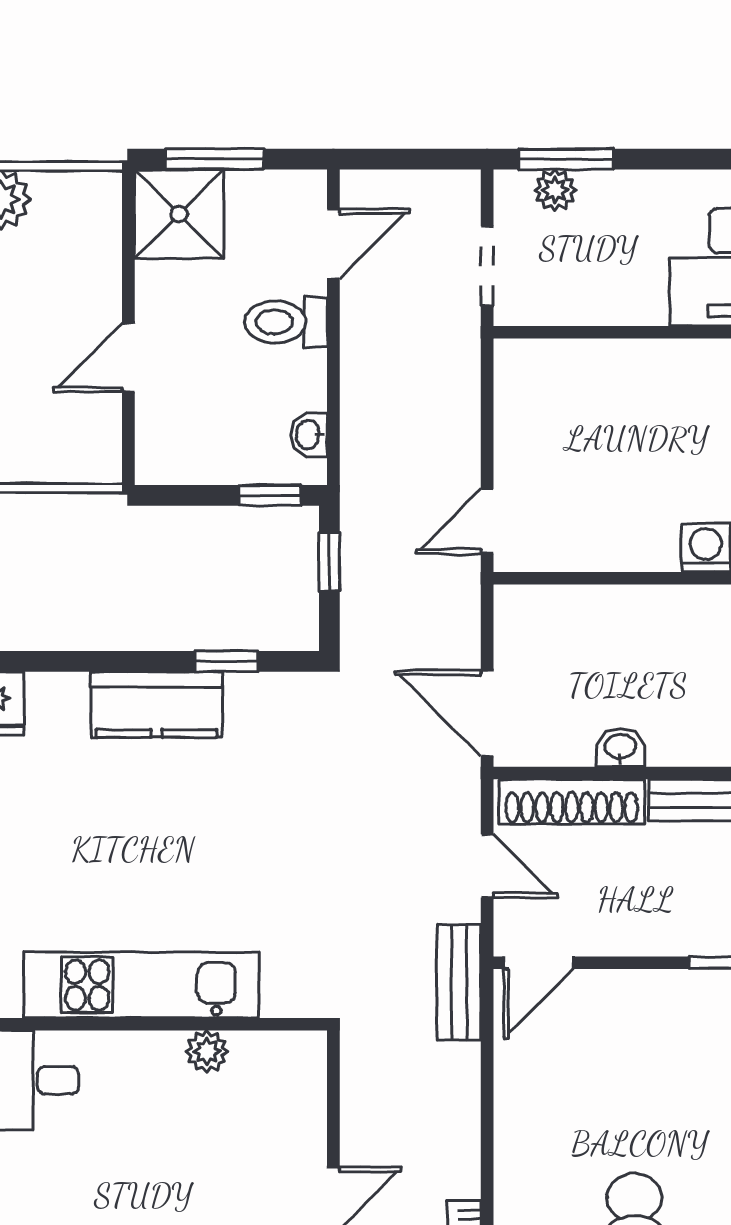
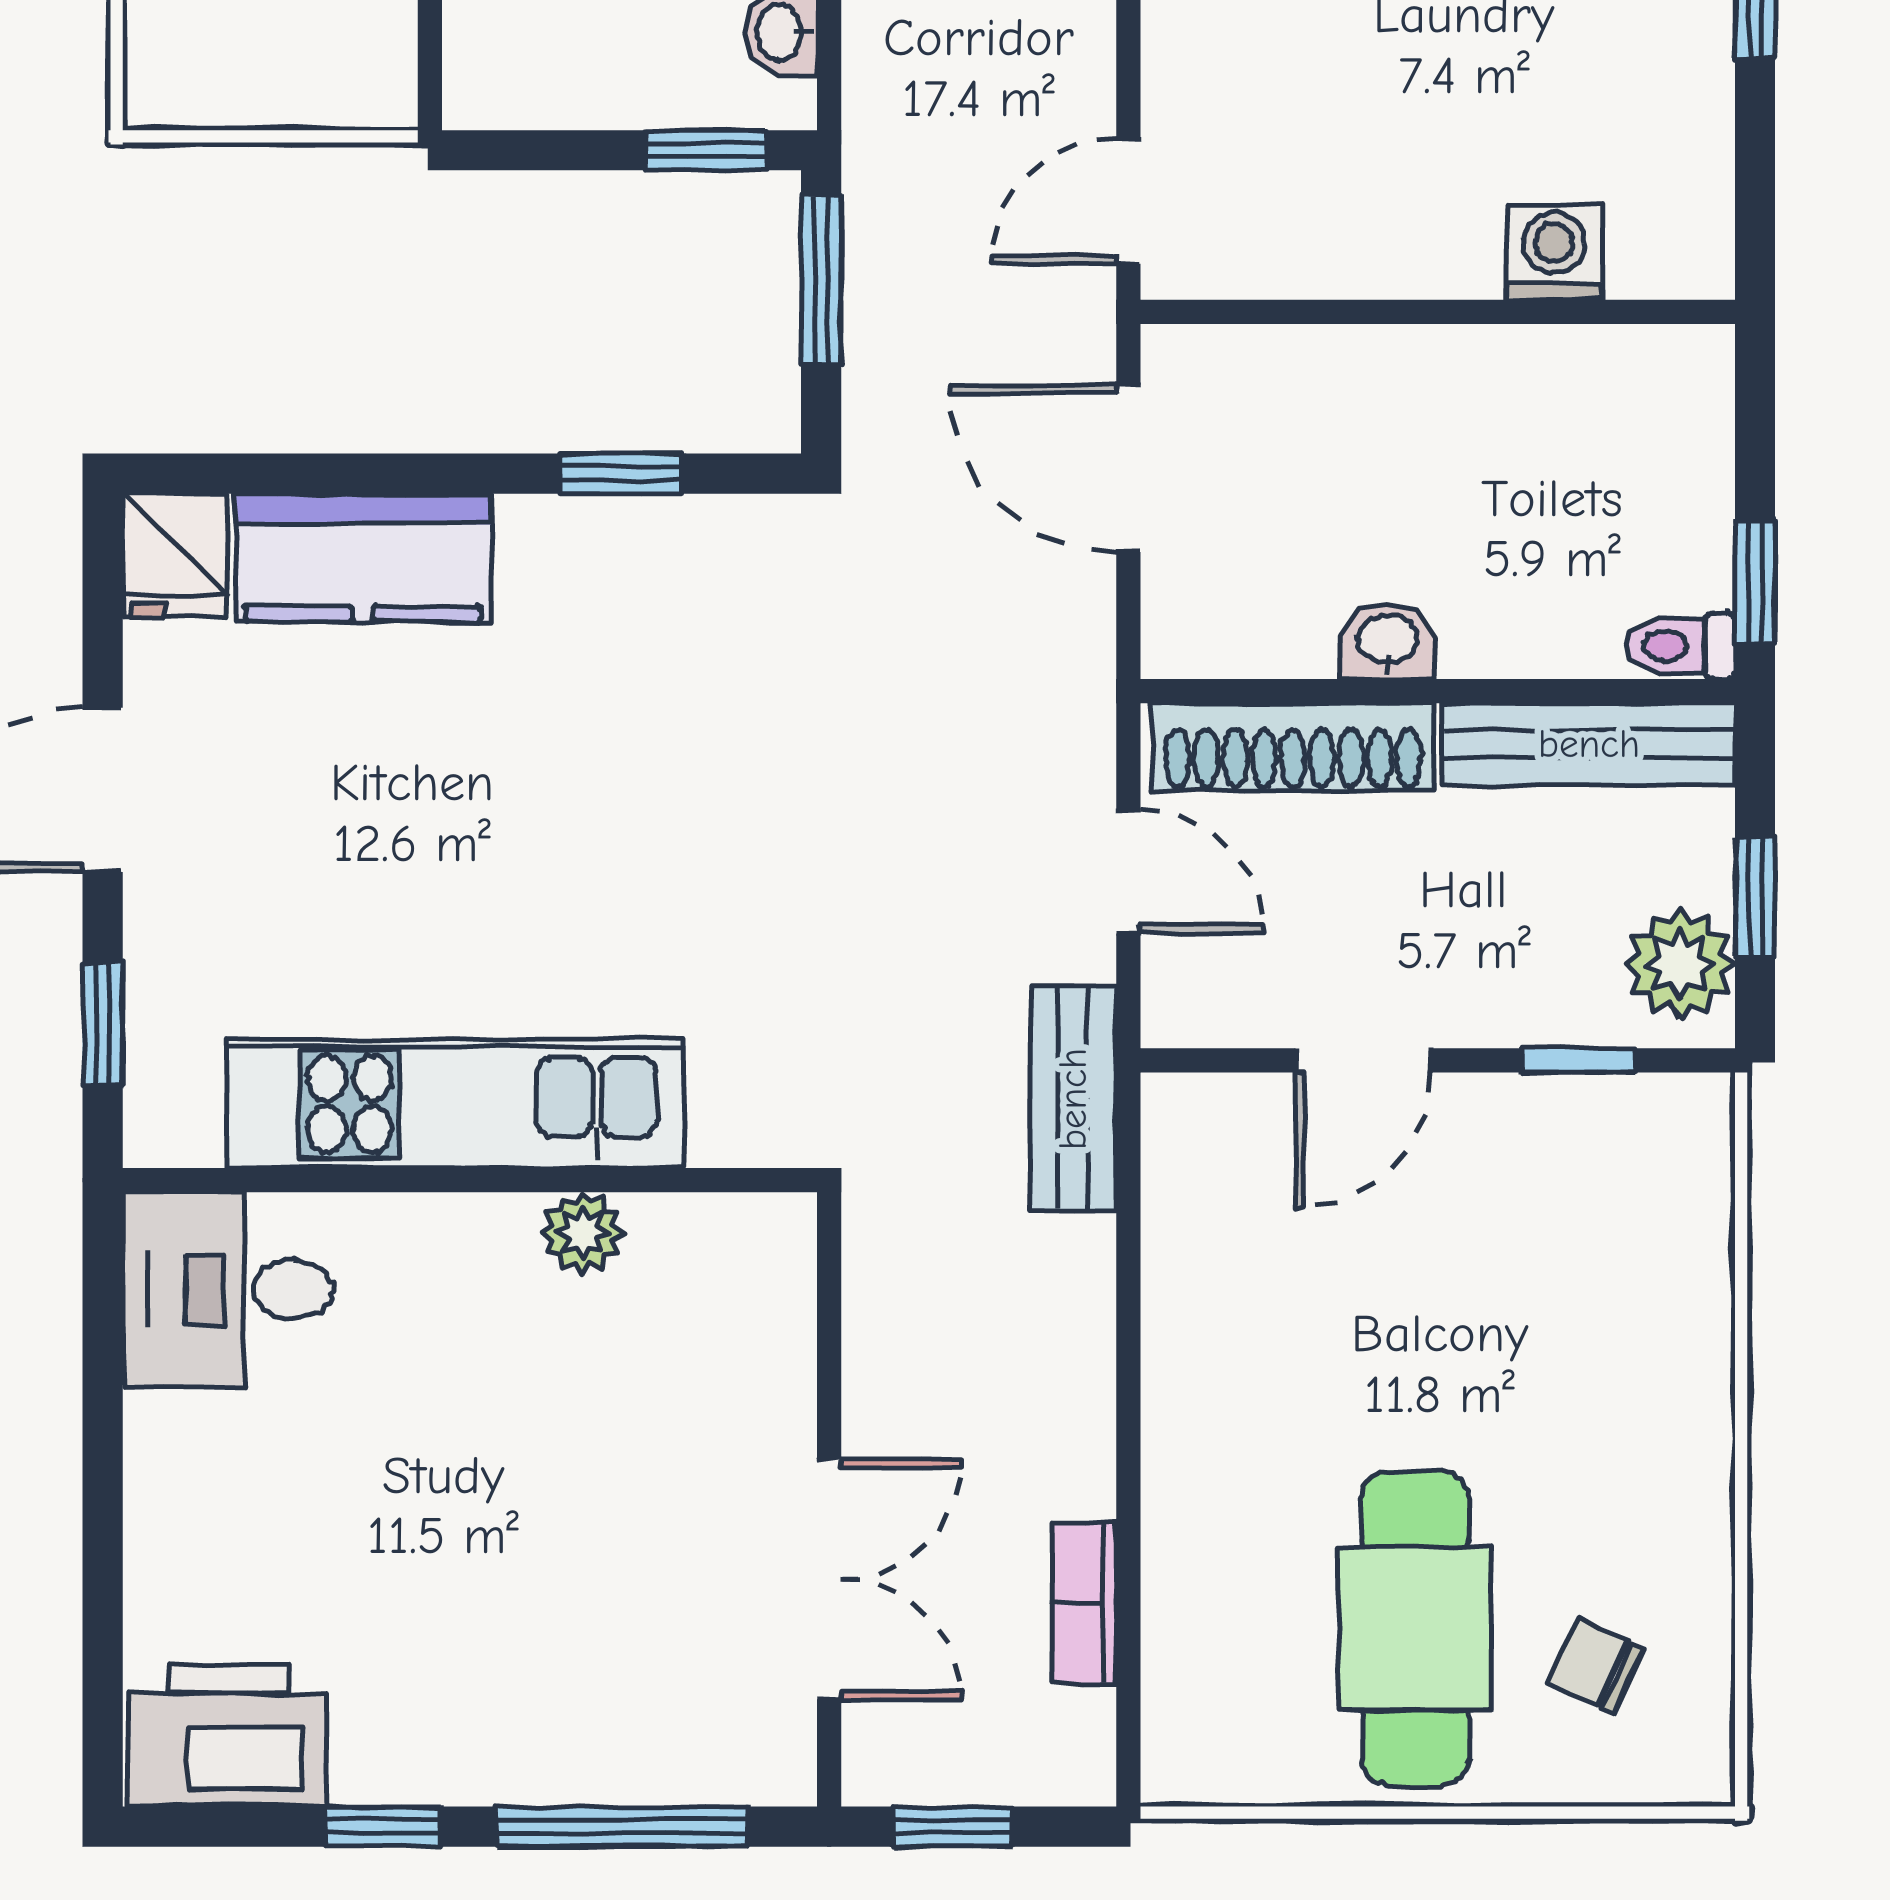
window: (329, 562) -> (821, 280), width x1.50
kitchen counter: (156, 704) -> (363, 558), moved
door: (487, 713) -> (1128, 468), moved
door: (538, 963) -> (1363, 1060), moved

